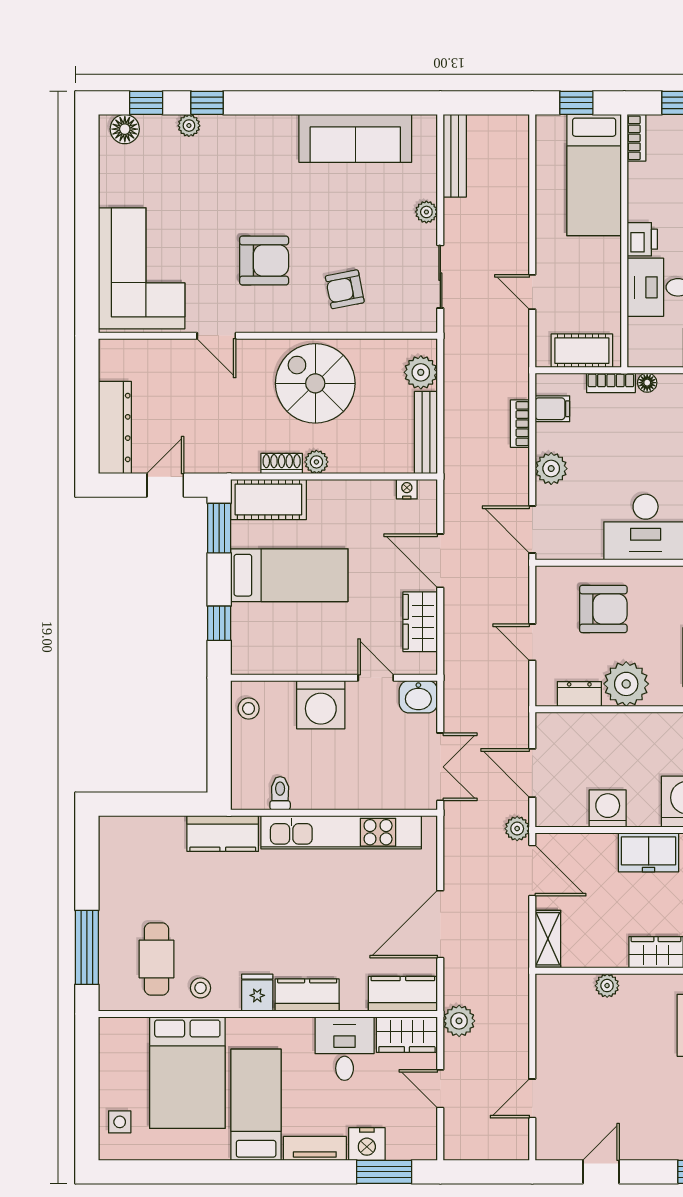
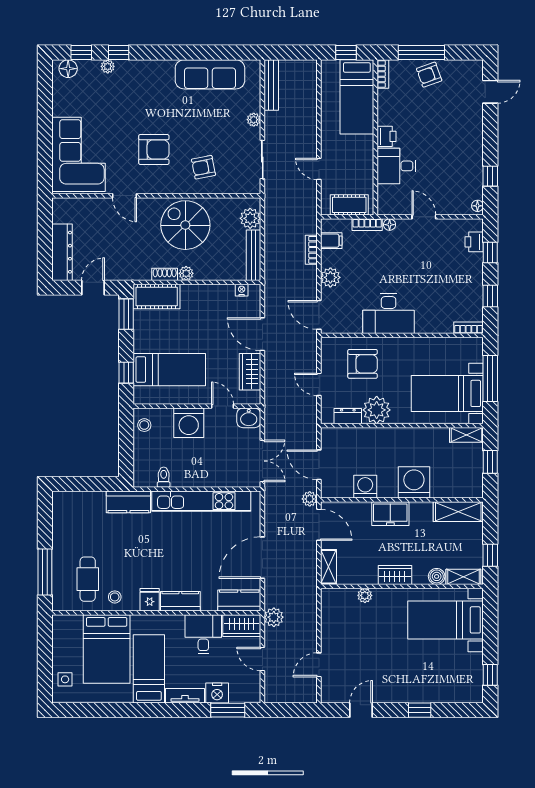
bed: (289, 575) -> (169, 370), moved

